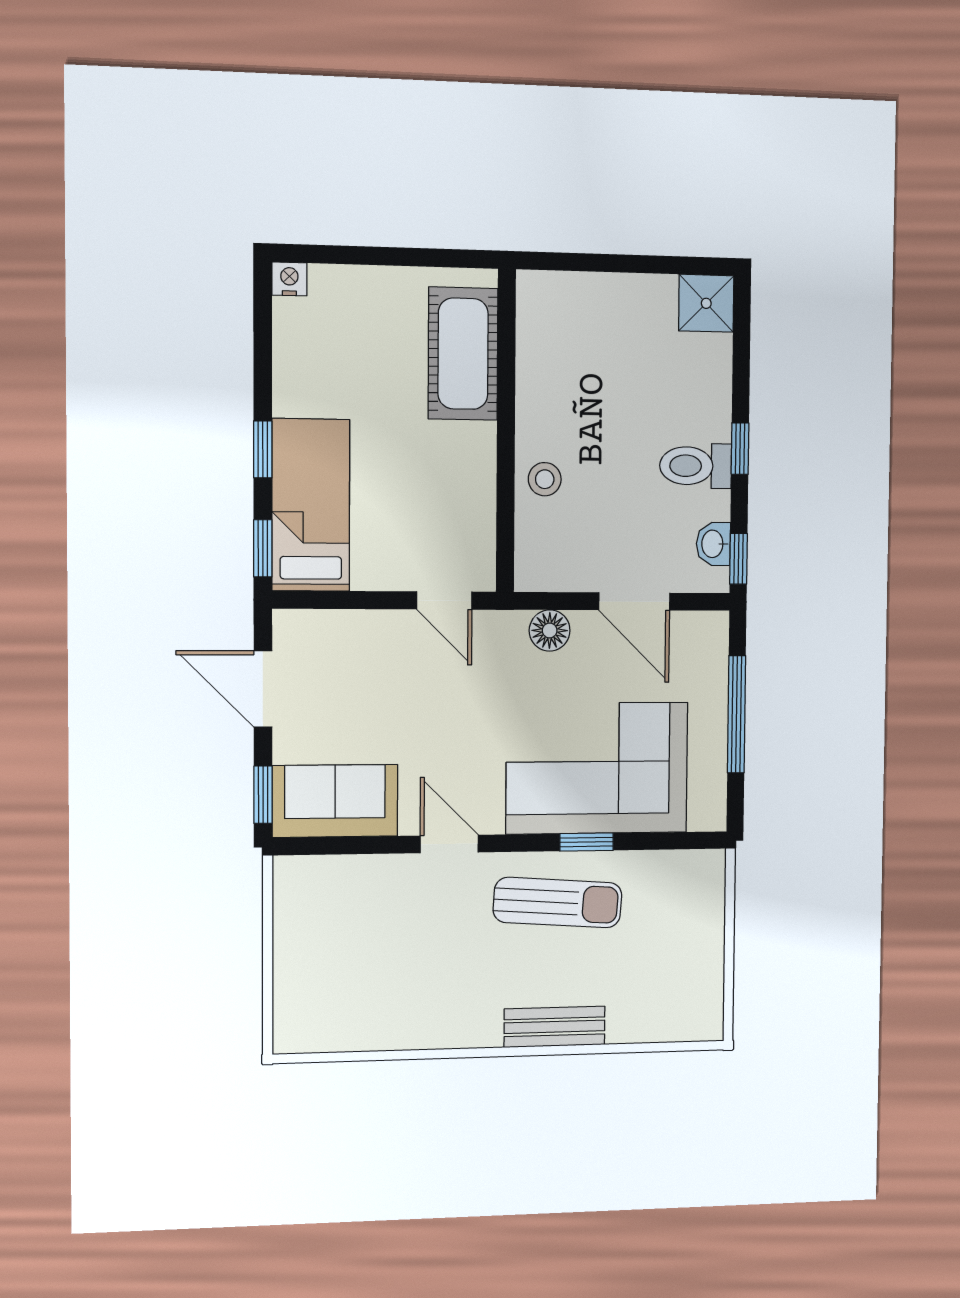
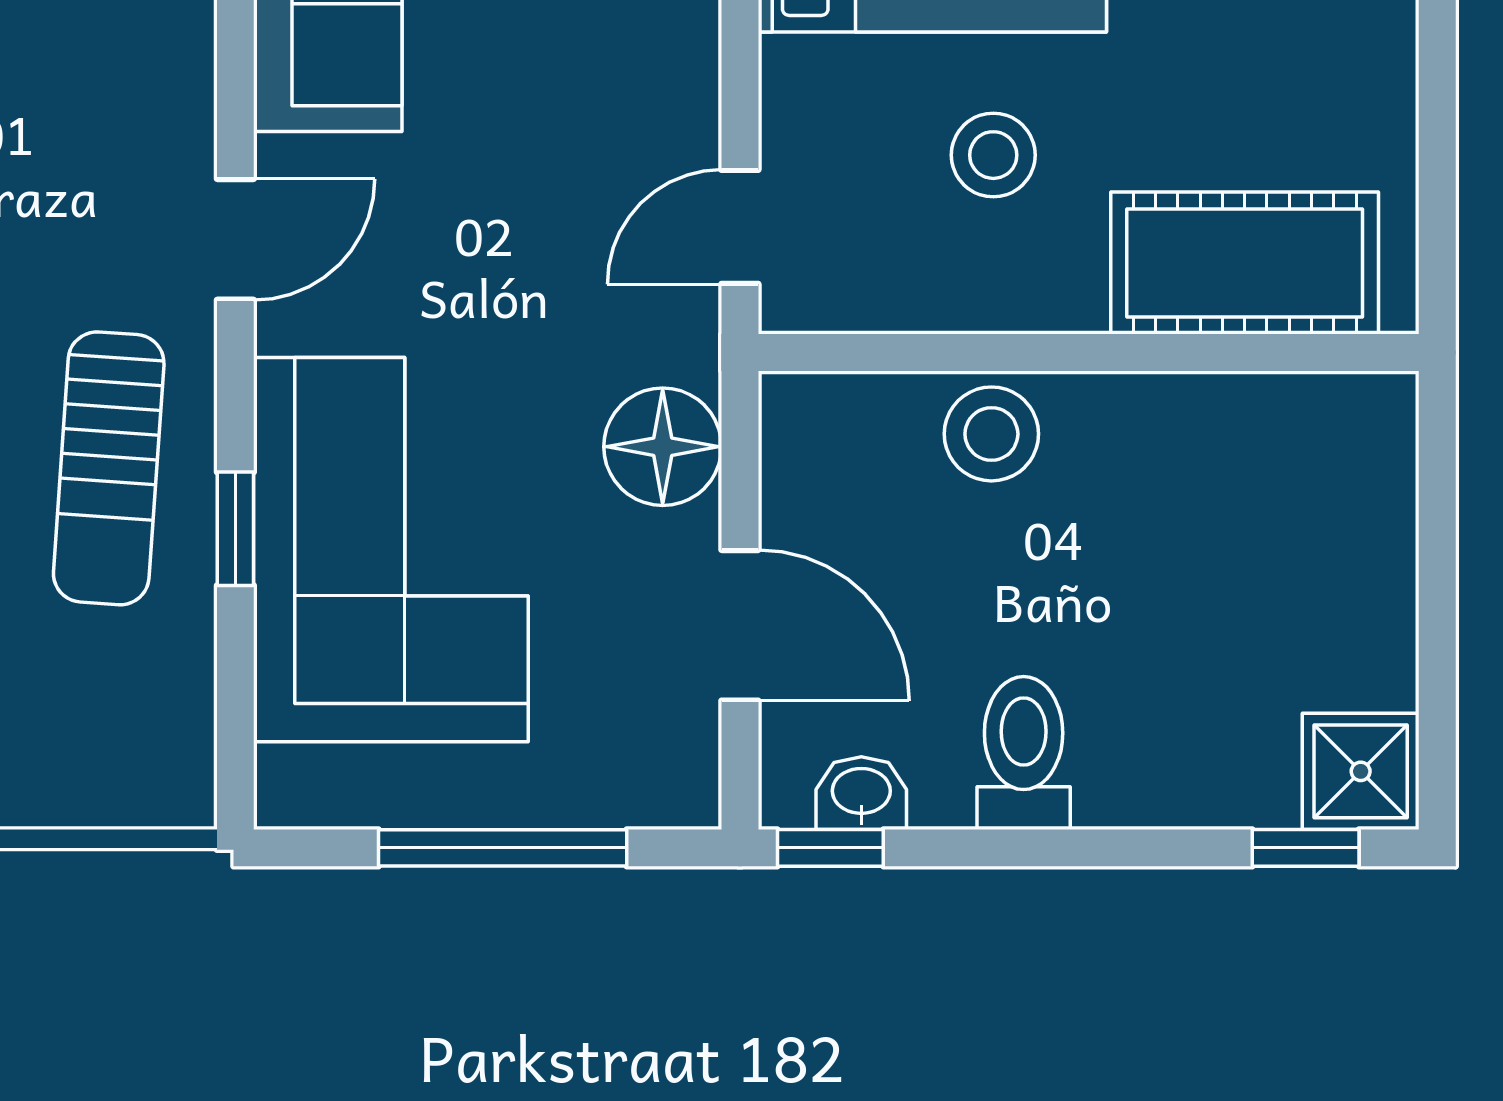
window: (740, 449) -> (1306, 848), moved
stool: (410, 476) -> (993, 155), added
stool: (545, 479) -> (991, 434), width x1.37, depth x1.37
door: (634, 601) -> (740, 625), swing flipped
floor lamp: (550, 630) -> (663, 447), width x1.38, depth x1.38

